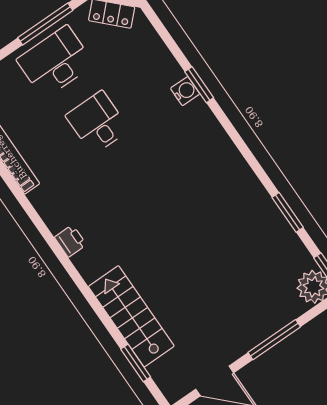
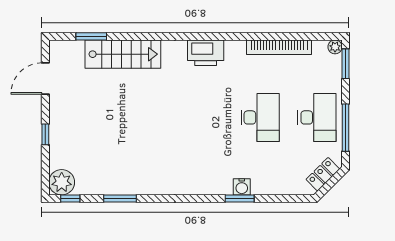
desk: (97, 123) -> (260, 117), width x1.37
printer: (70, 241) -> (206, 53), width x1.87, depth x1.48
window: (274, 340) -> (45, 134), width x0.46

